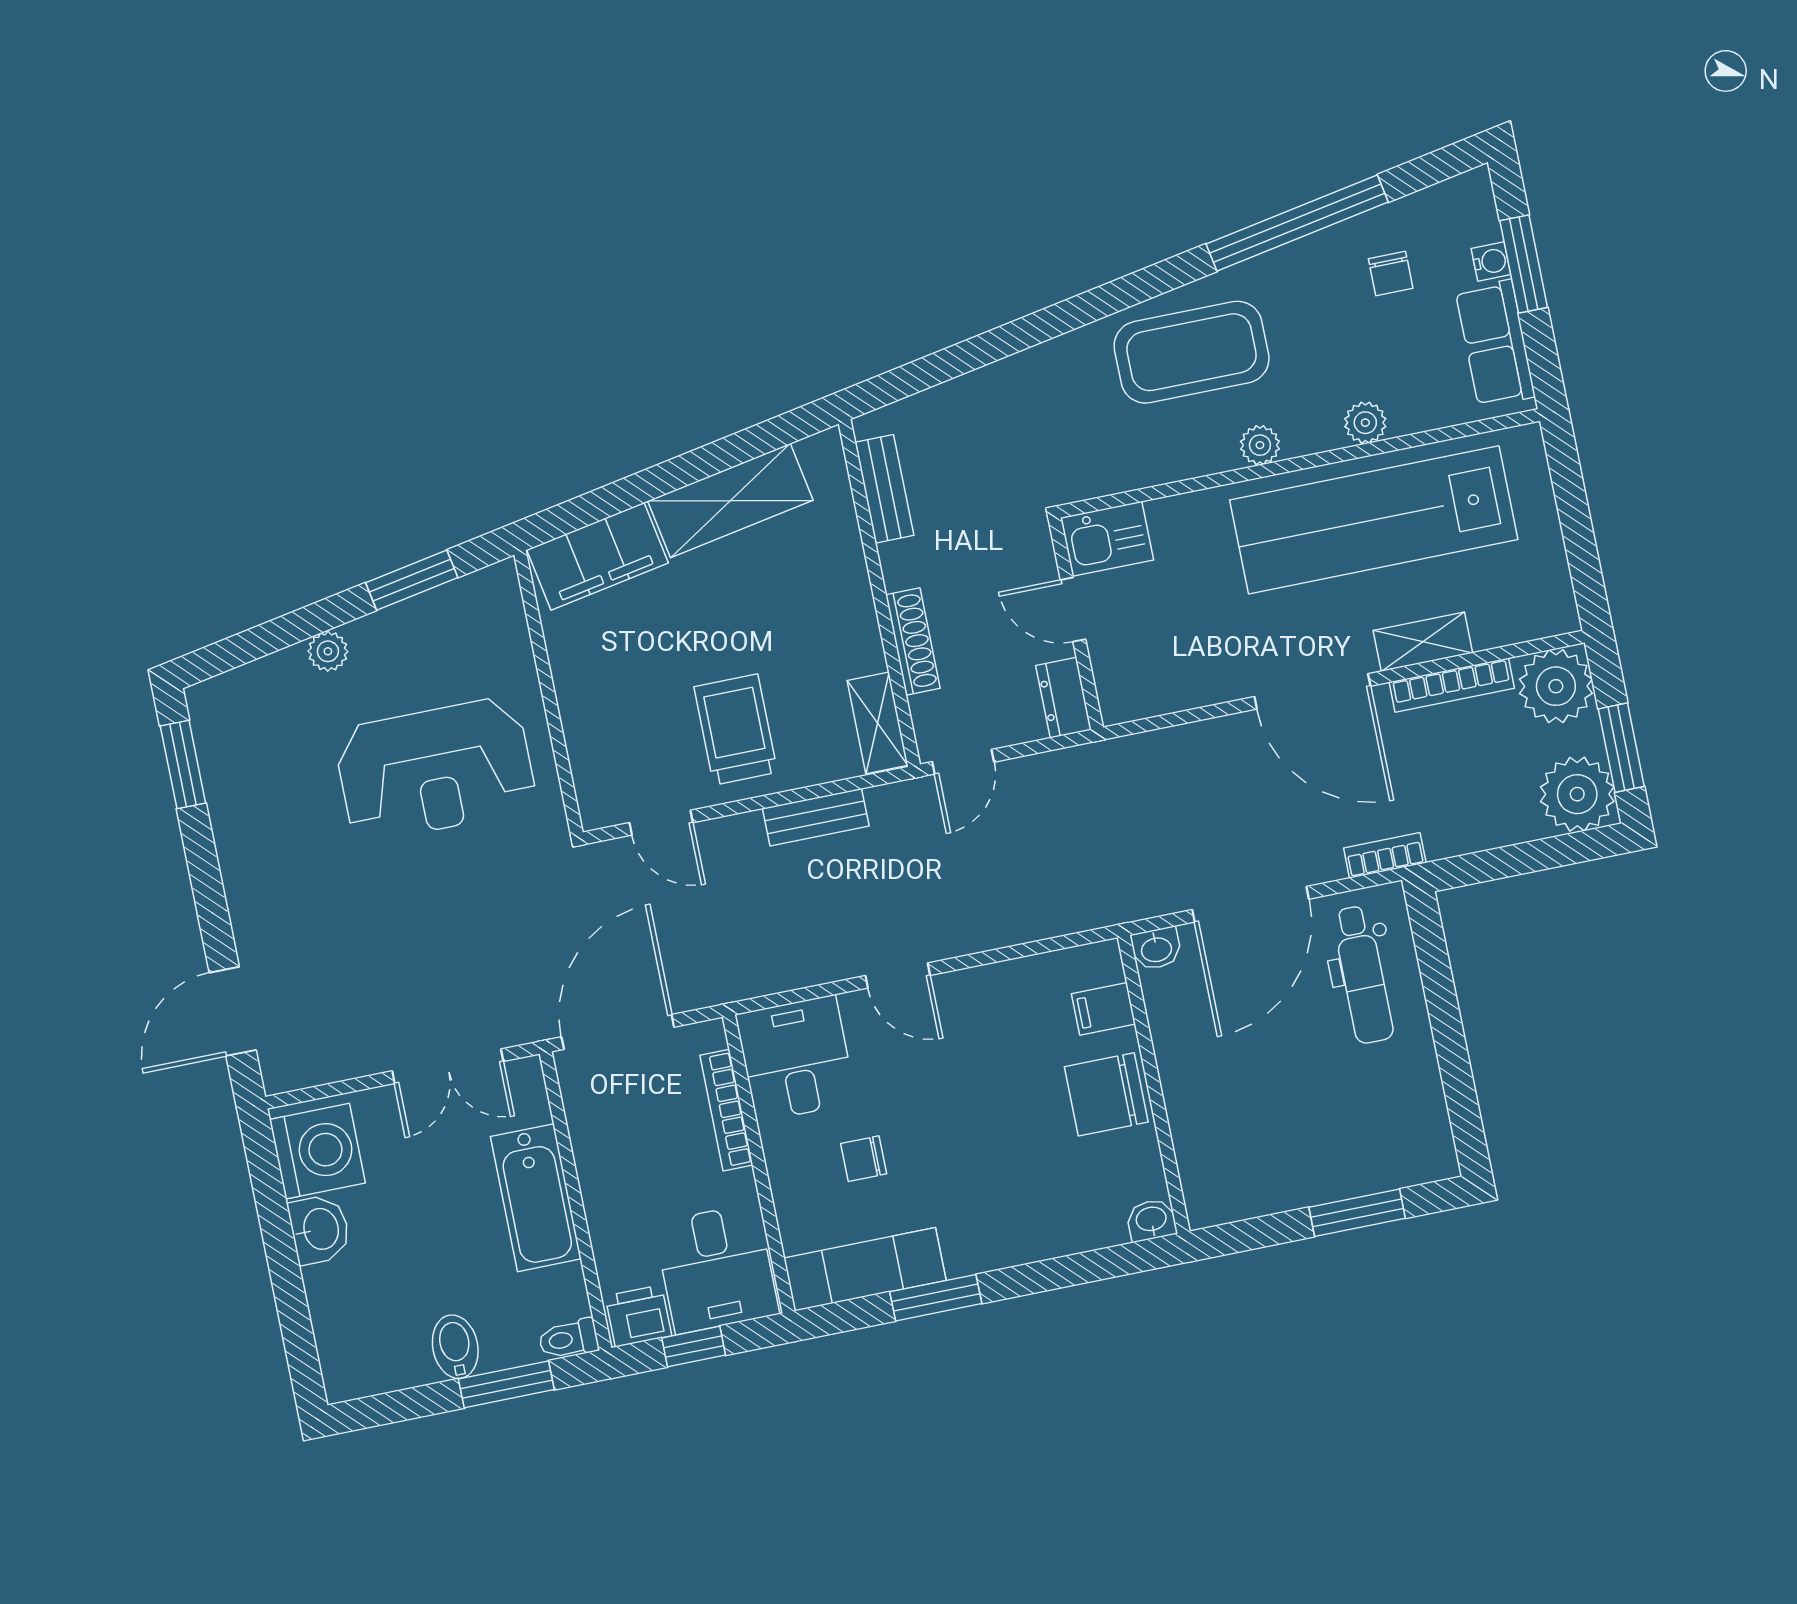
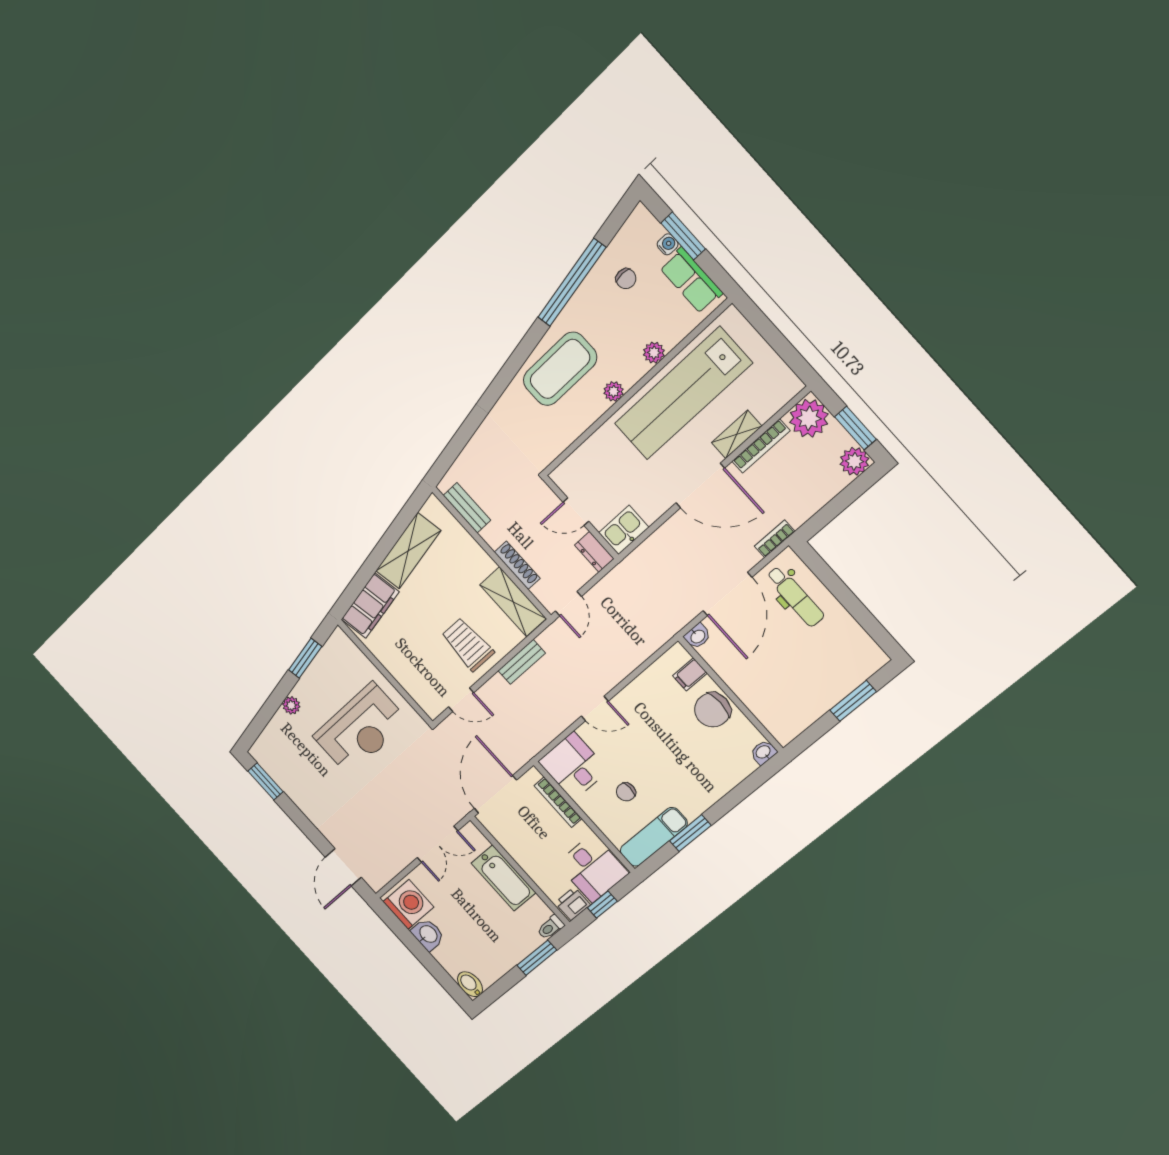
kitchen sink: (1107, 539) -> (624, 530), moved, turned 180
shelving: (877, 723) -> (513, 602), width x1.50, depth x1.33
plant: (1577, 794) -> (854, 461), width x0.73, depth x0.73
bidet: (455, 1347) -> (470, 984), moved

